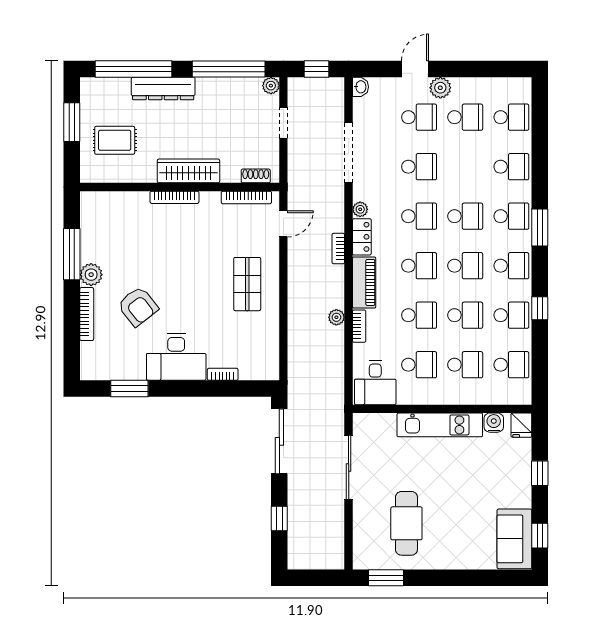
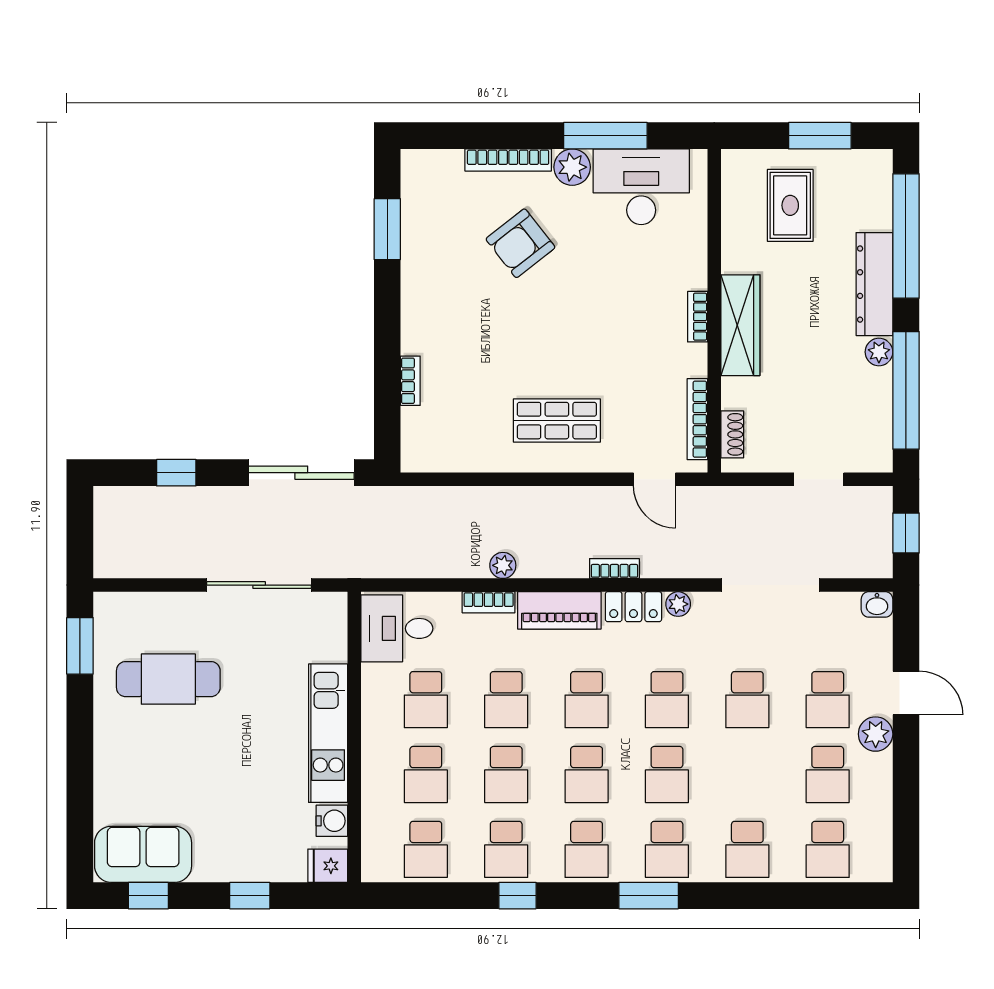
plant: (271, 86) -> (879, 352), moved
bookcase: (174, 197) -> (698, 317), width x0.64
desk: (176, 357) -> (641, 187), moved, turned 90

